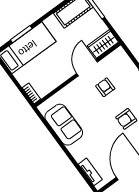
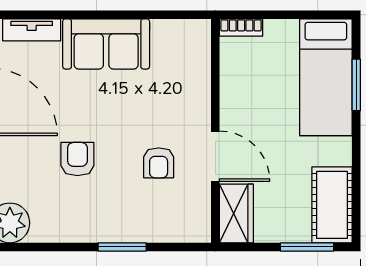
armchair: (105, 87) -> (159, 163), turned 90
sofa: (64, 125) -> (106, 44), moved

